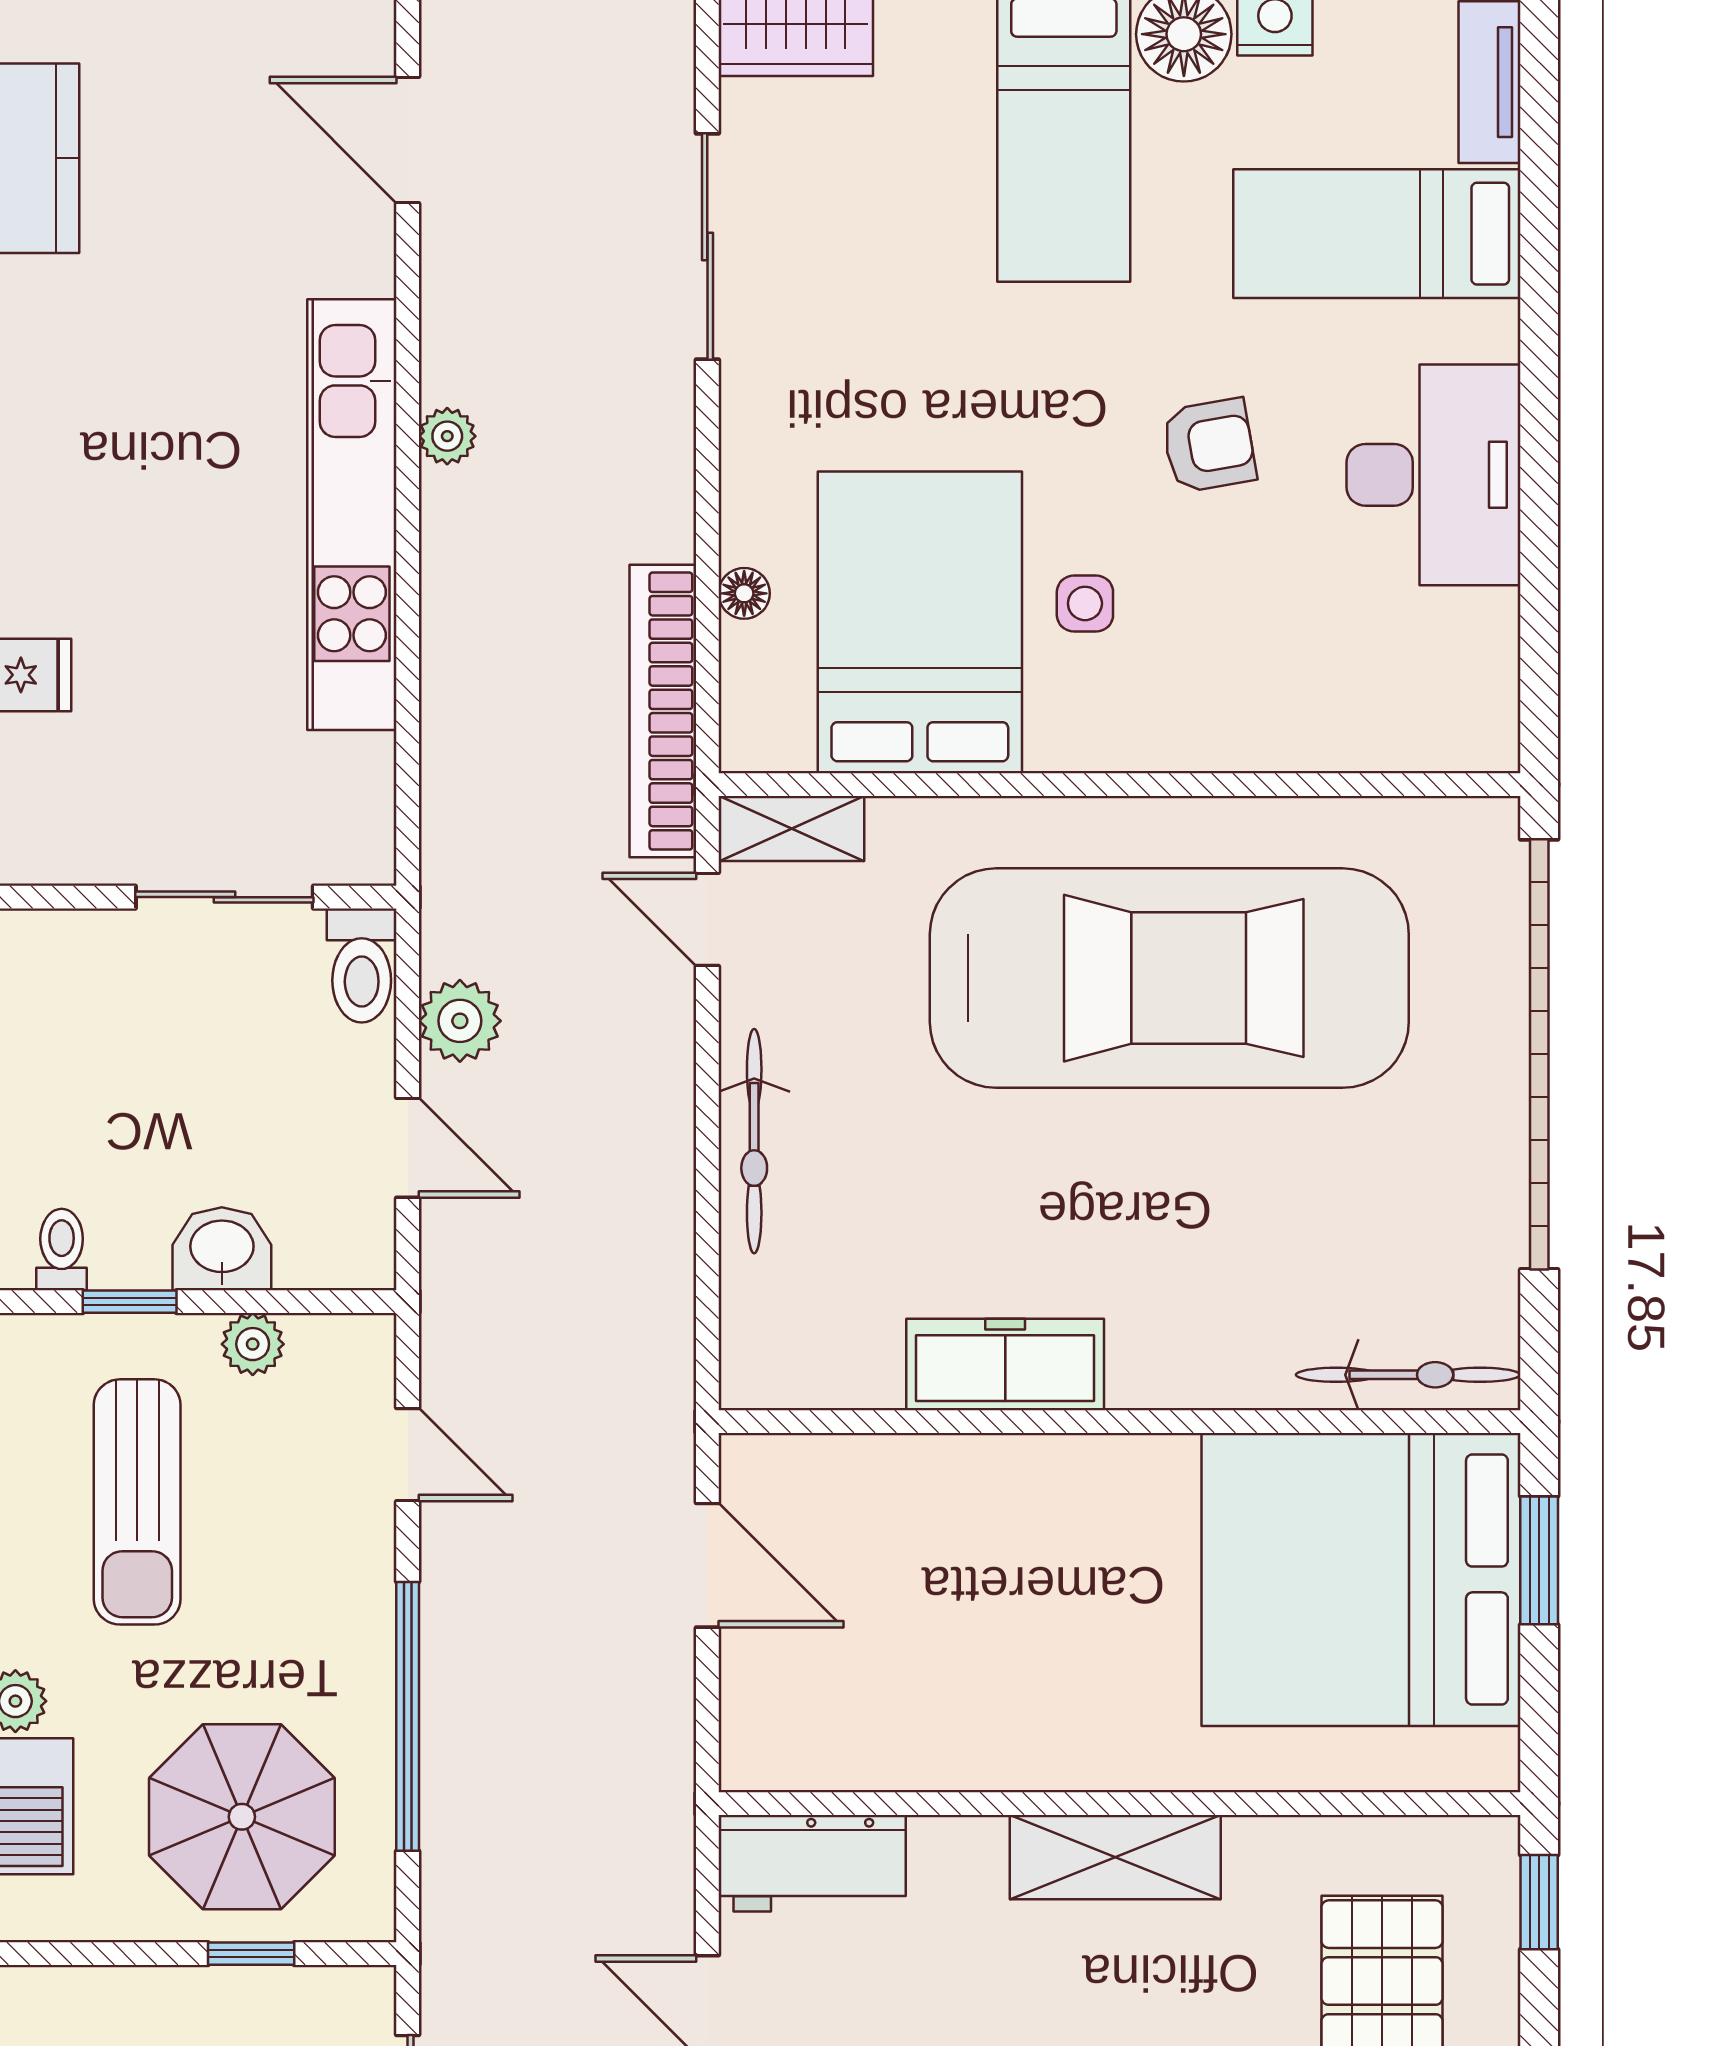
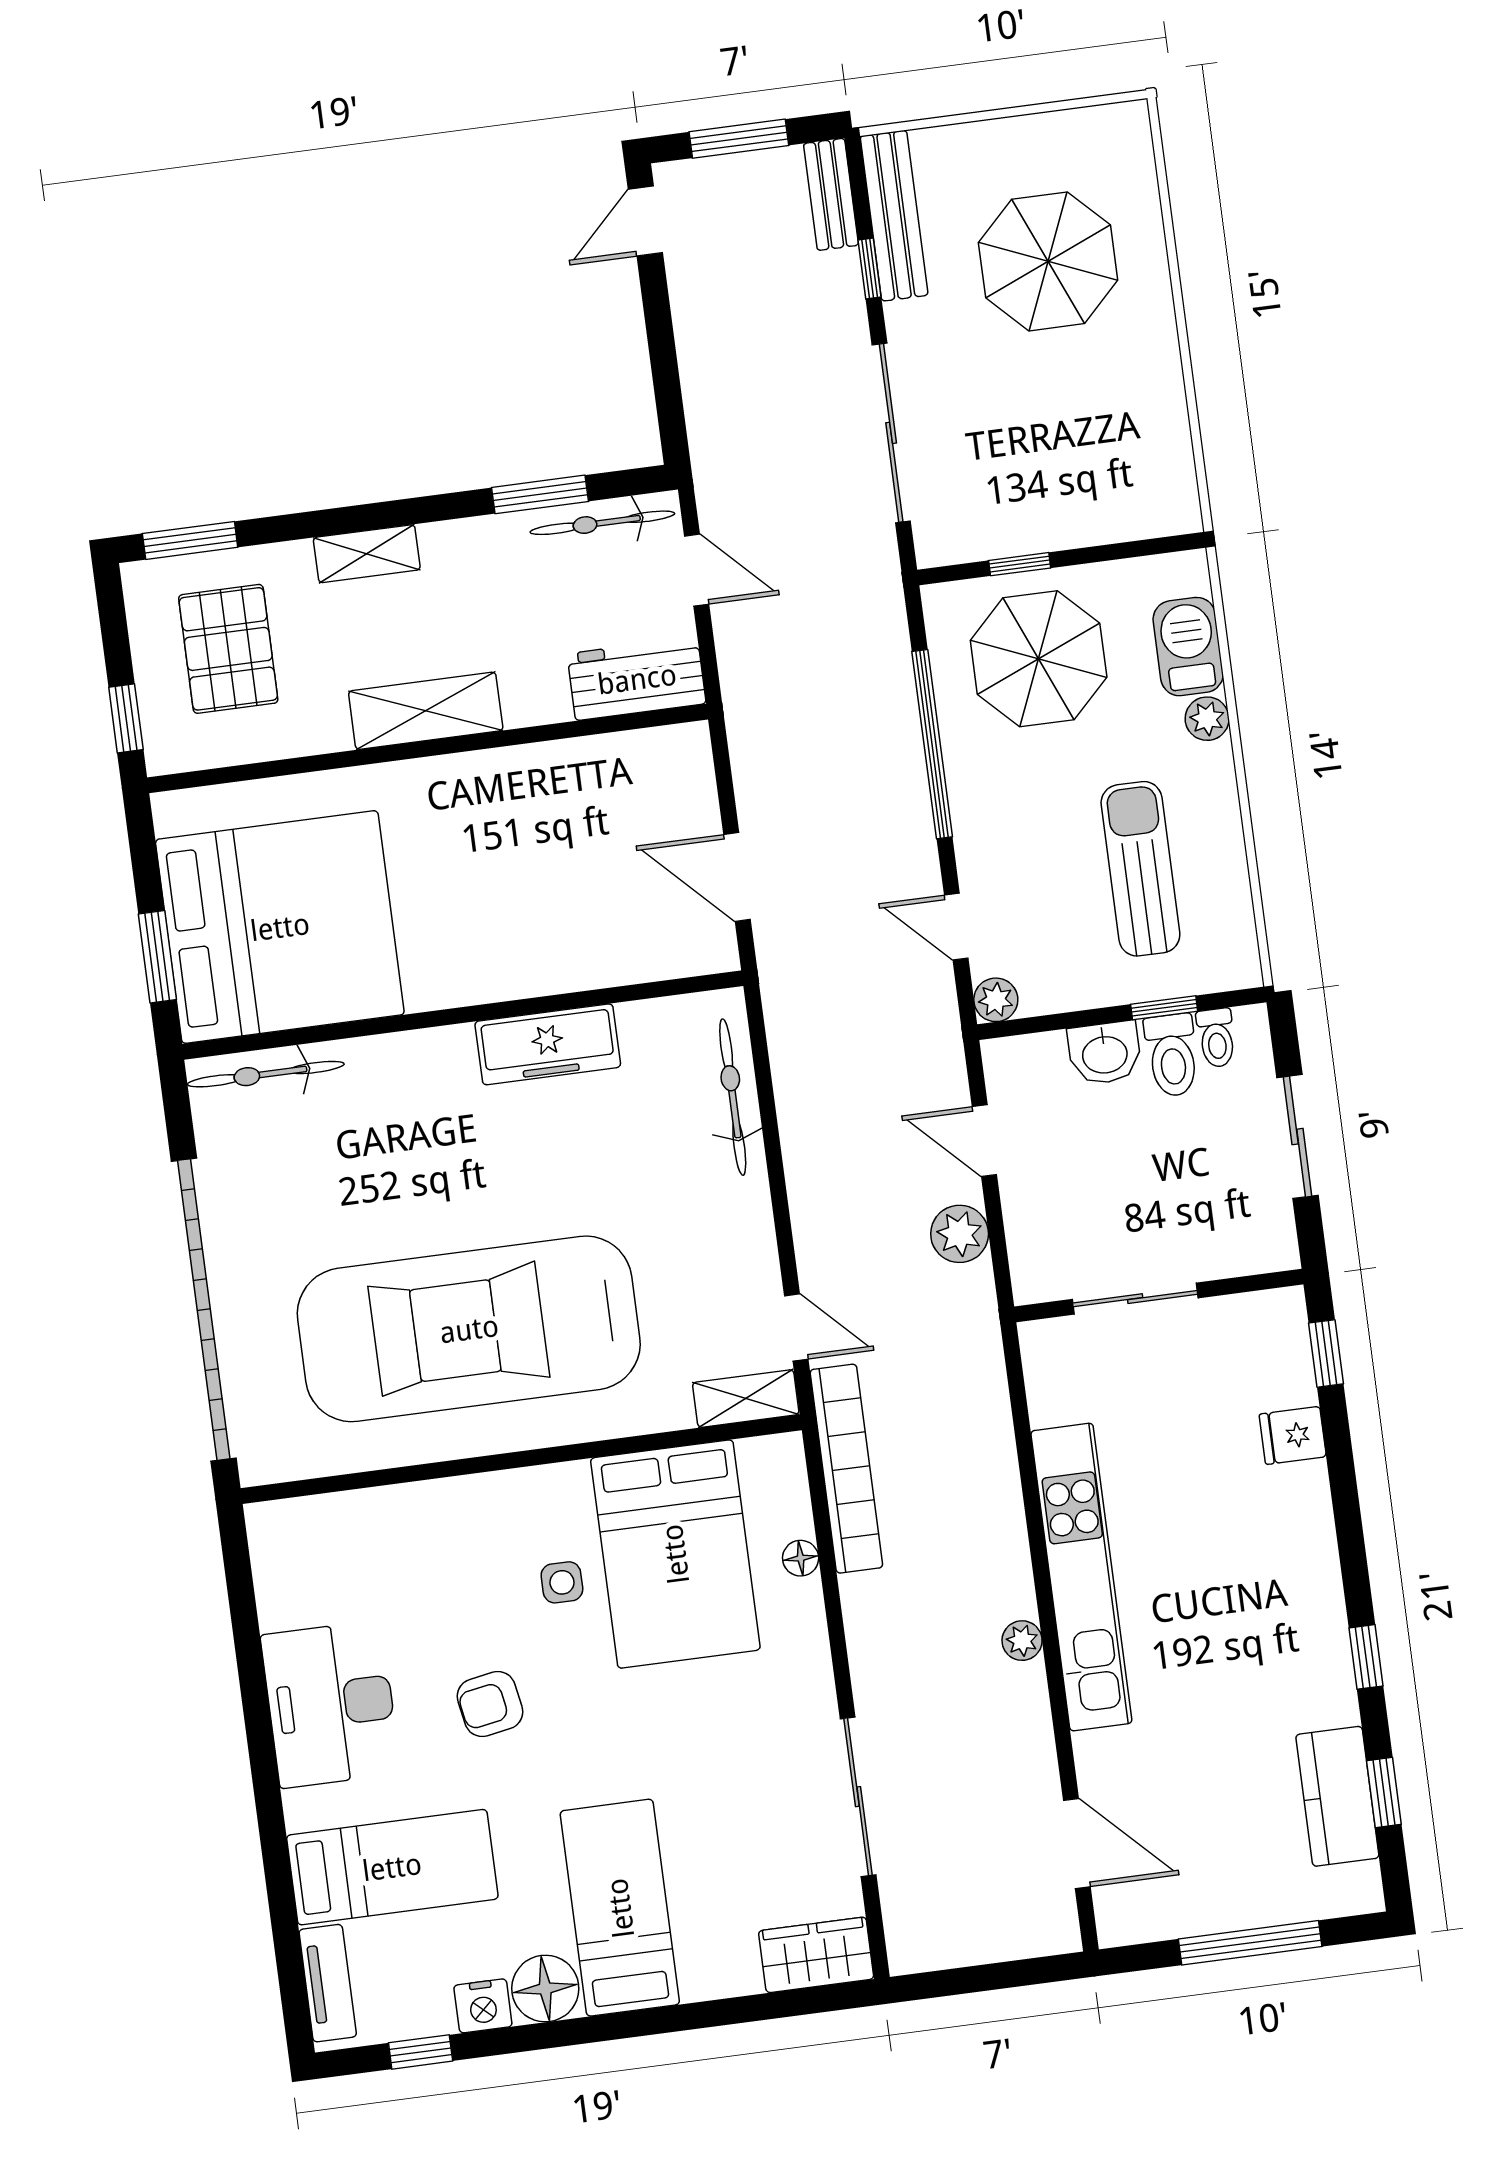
toilet: (362, 966) -> (1172, 1055), moved, turned 180
bicycle: (754, 1141) -> (733, 1097), moved
plant: (253, 1344) -> (996, 1000), moved

